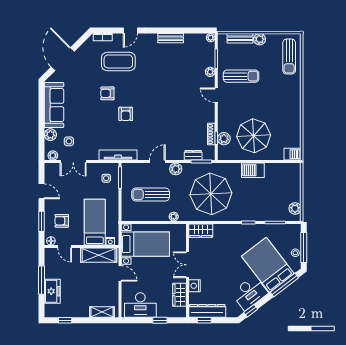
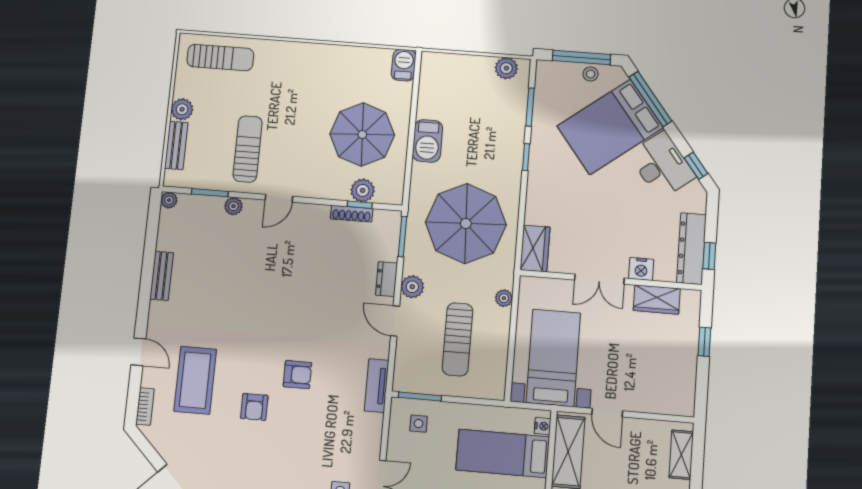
tv unit: (118, 155) -> (377, 386), width x0.71
dresser: (193, 155) -> (386, 279), moved
door: (120, 273) -> (607, 413), swing flipped
desk: (140, 305) -> (672, 378), removed

